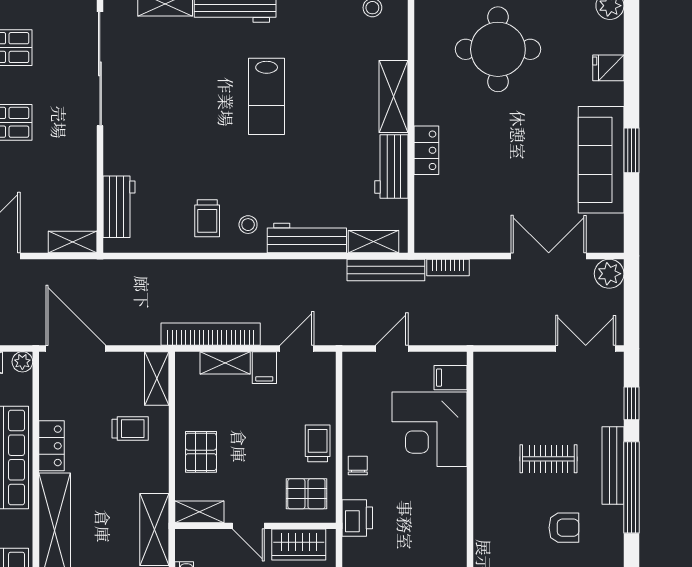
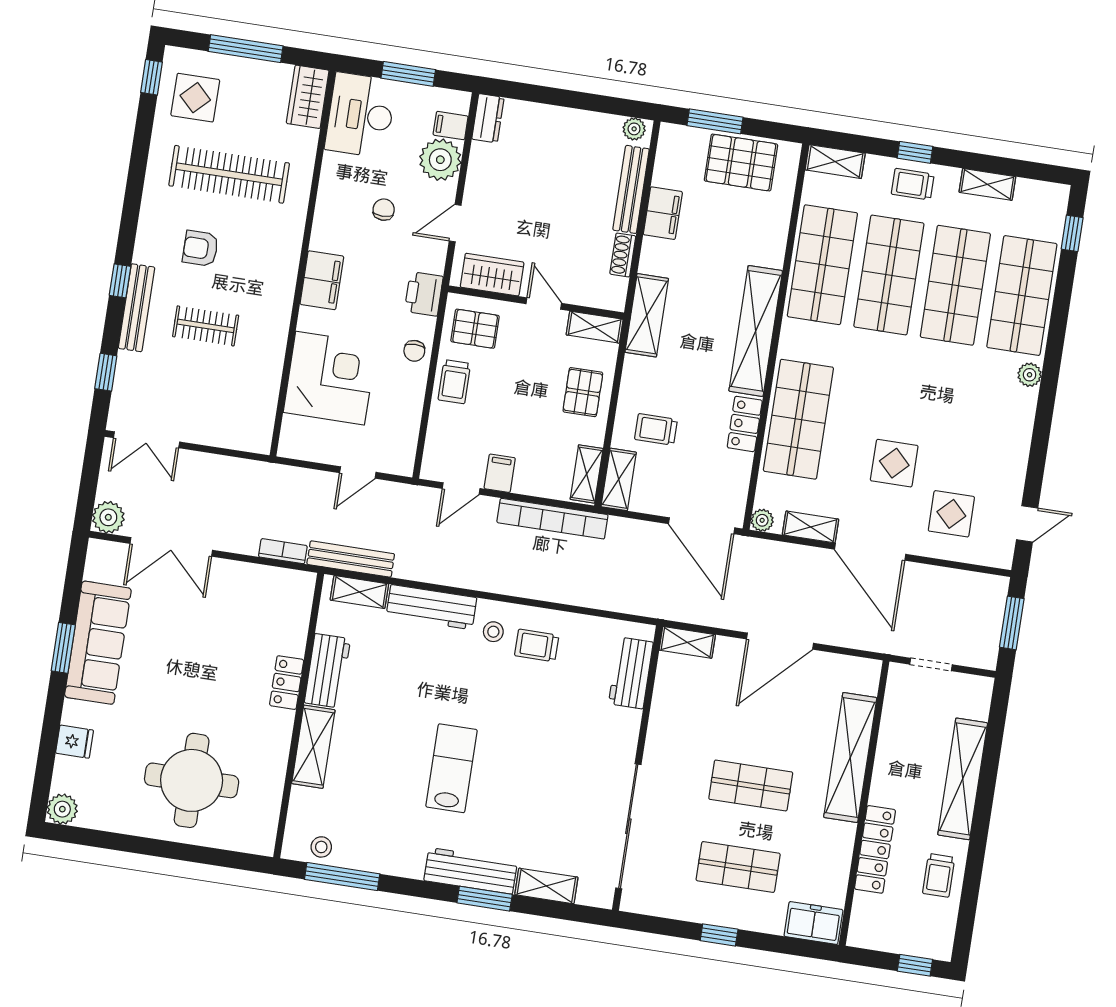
trolley: (207, 218) -> (537, 645), turned -90
shelving: (225, 363) -> (587, 474), moved, turned 90
filing cabinet: (451, 378) -> (322, 280), moved, width x2.00
window: (632, 487) -> (120, 281), width x0.32

